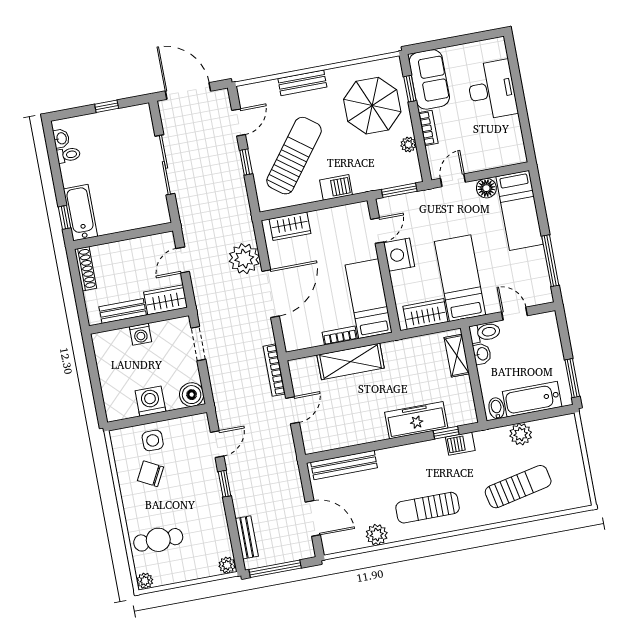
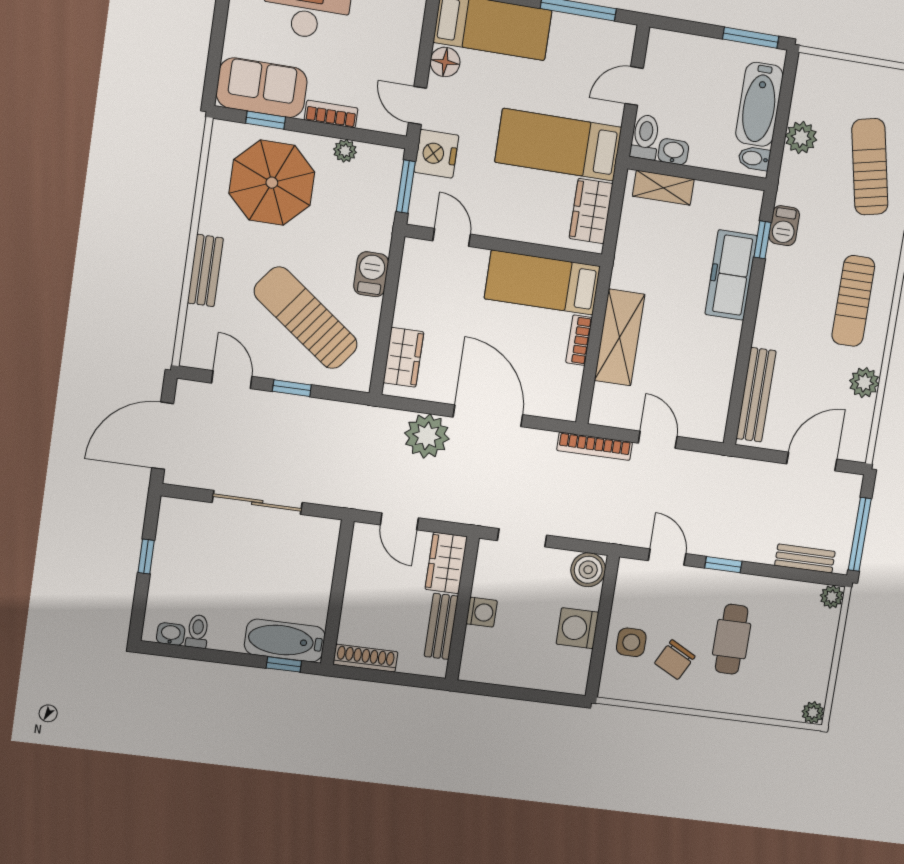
nightstand: (399, 255) -> (436, 154), moved, turned 90
cafe table: (158, 540) -> (732, 639), moved

